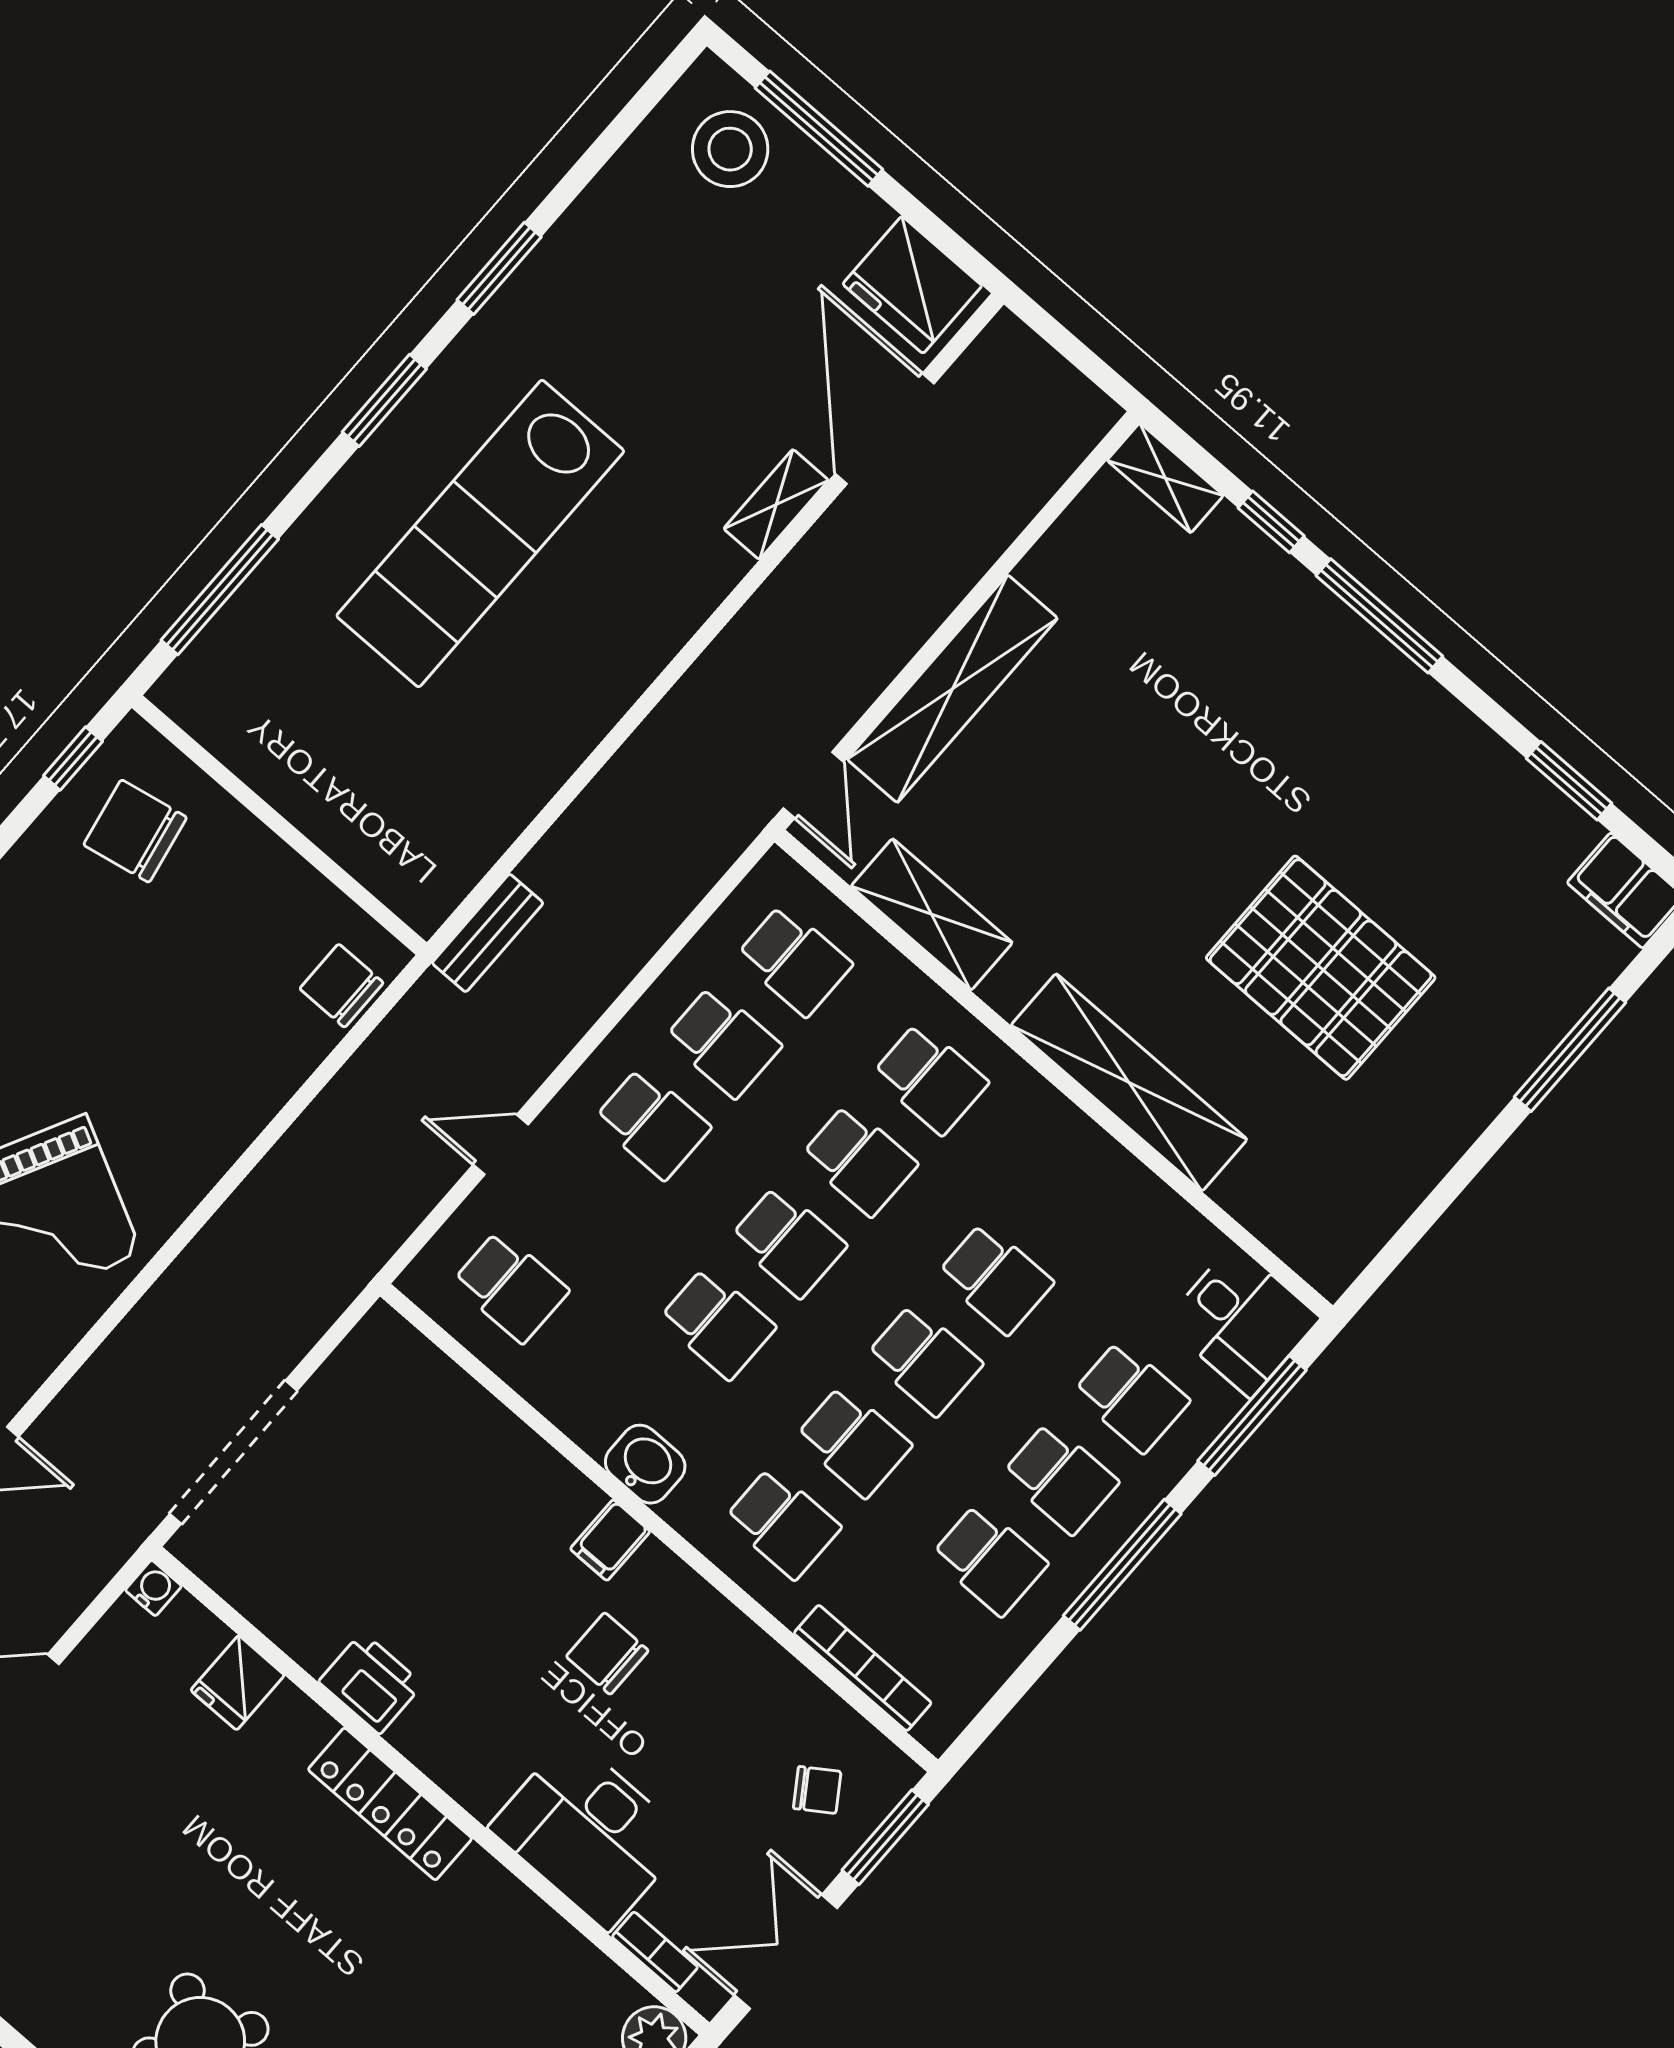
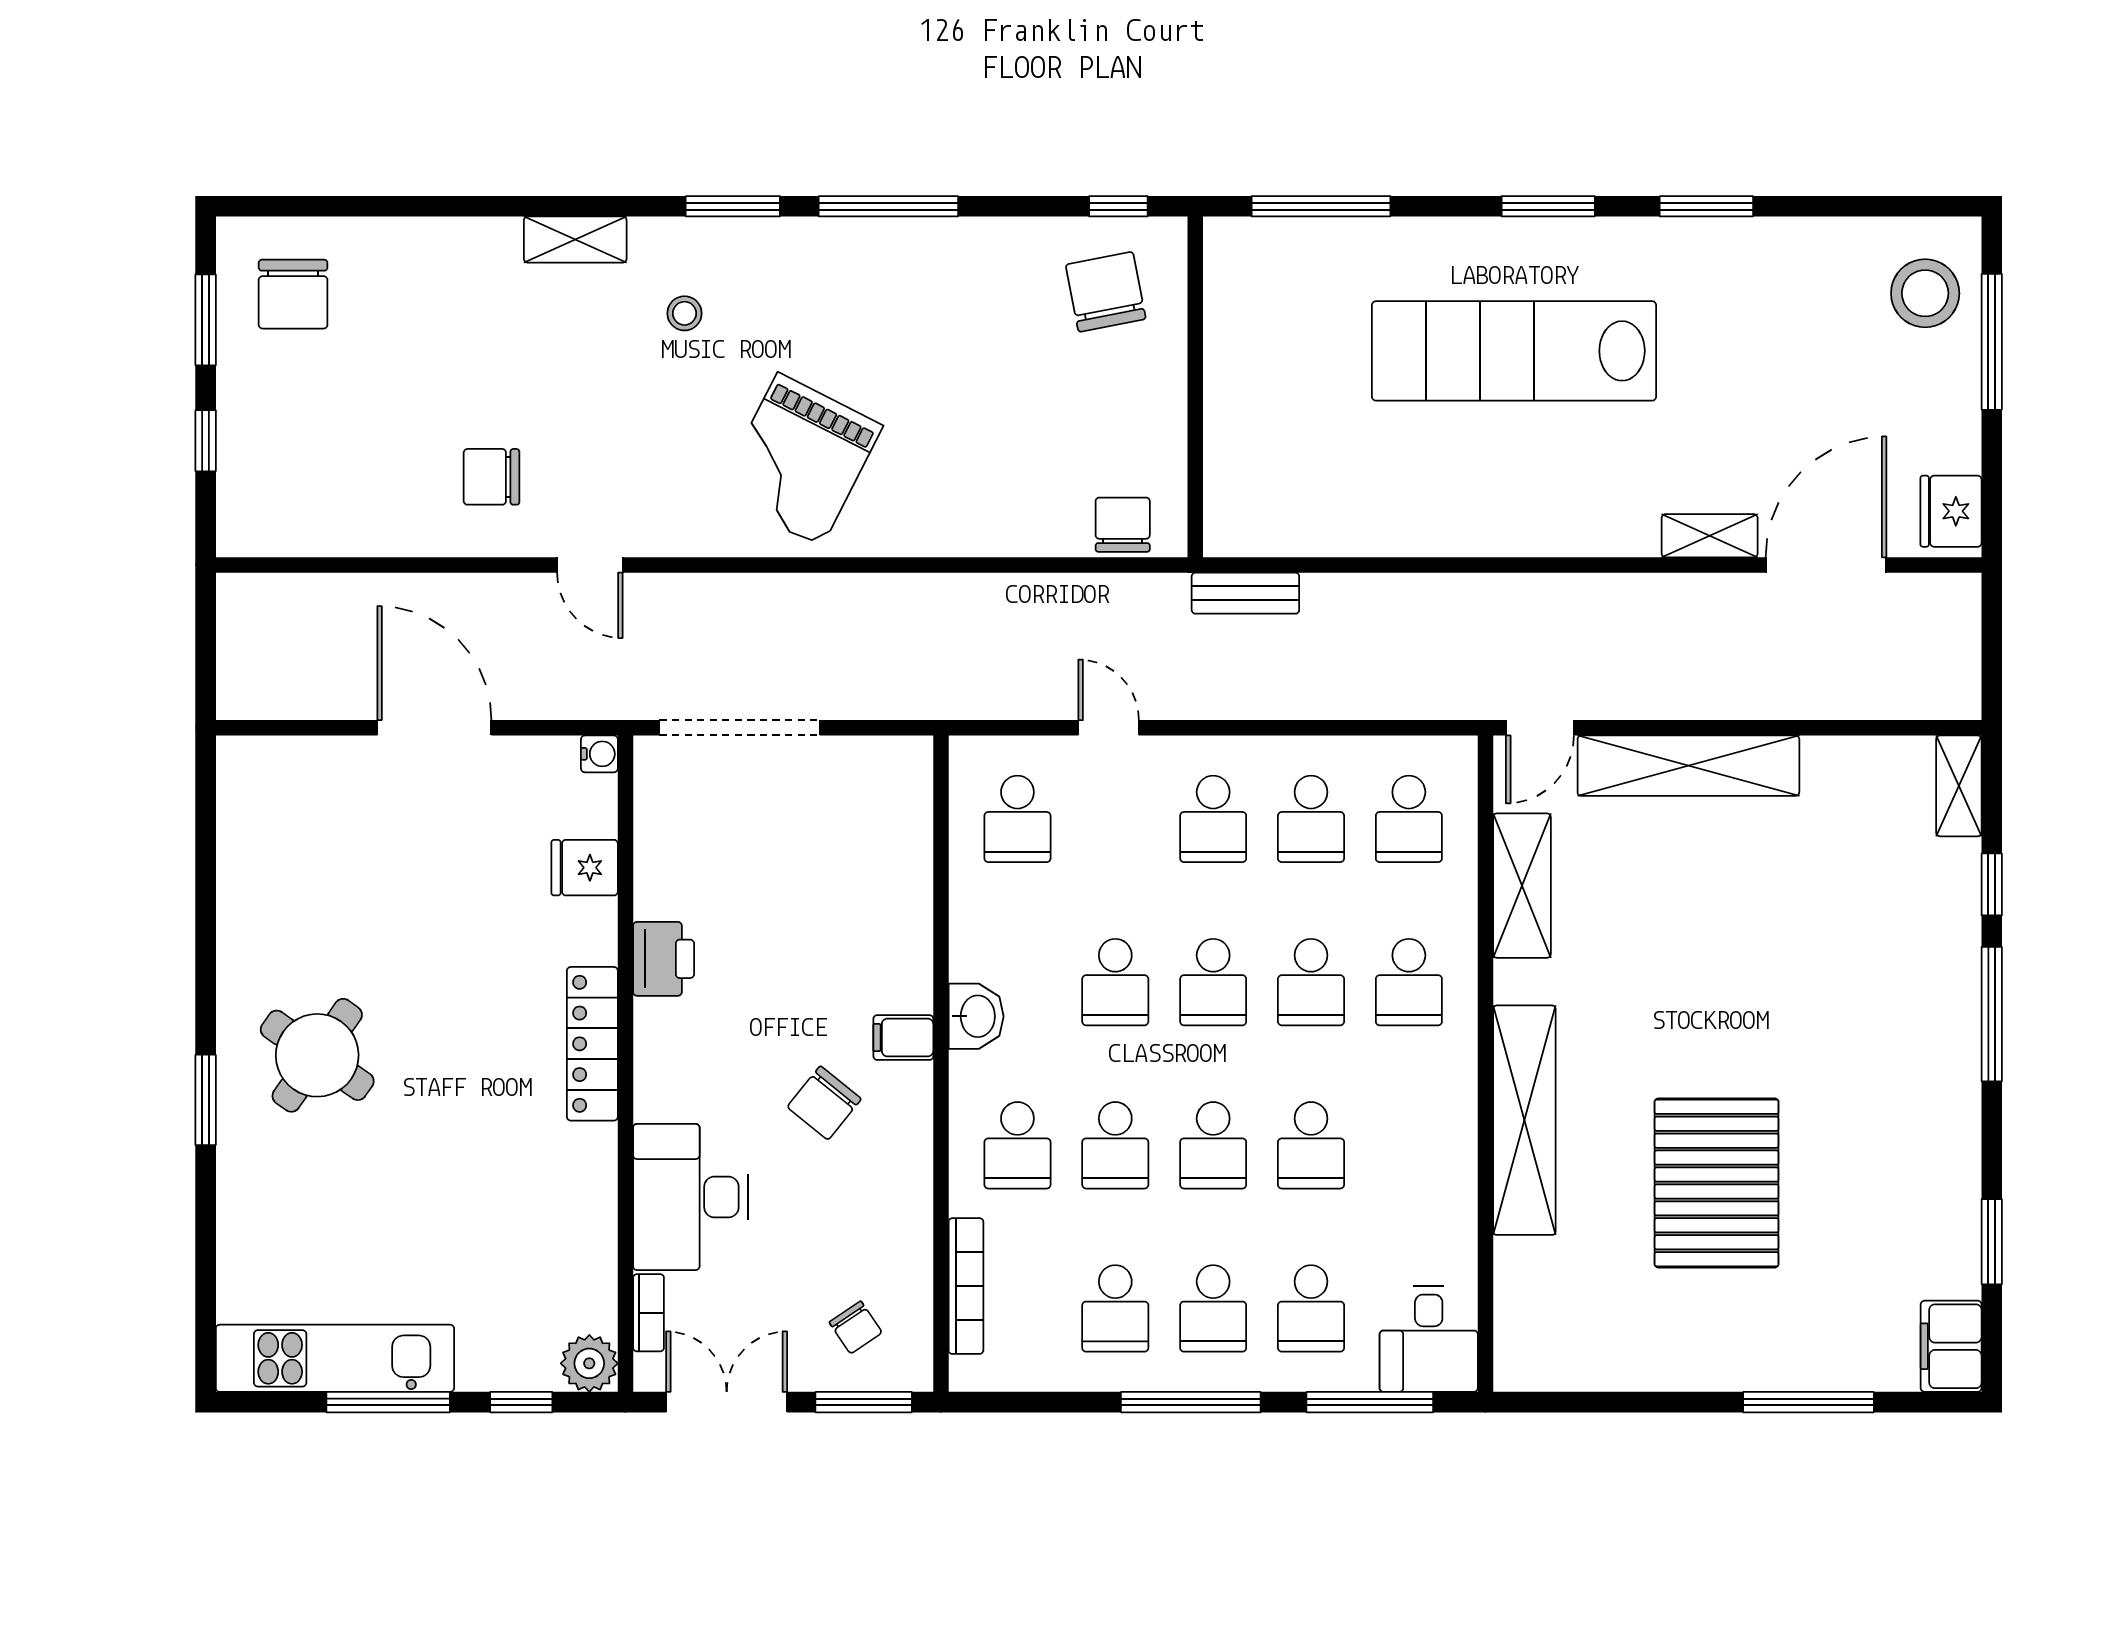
fridge: (912, 285) -> (1951, 511), width x0.73, depth x0.75
chair: (607, 1654) -> (824, 1103), turned -141

